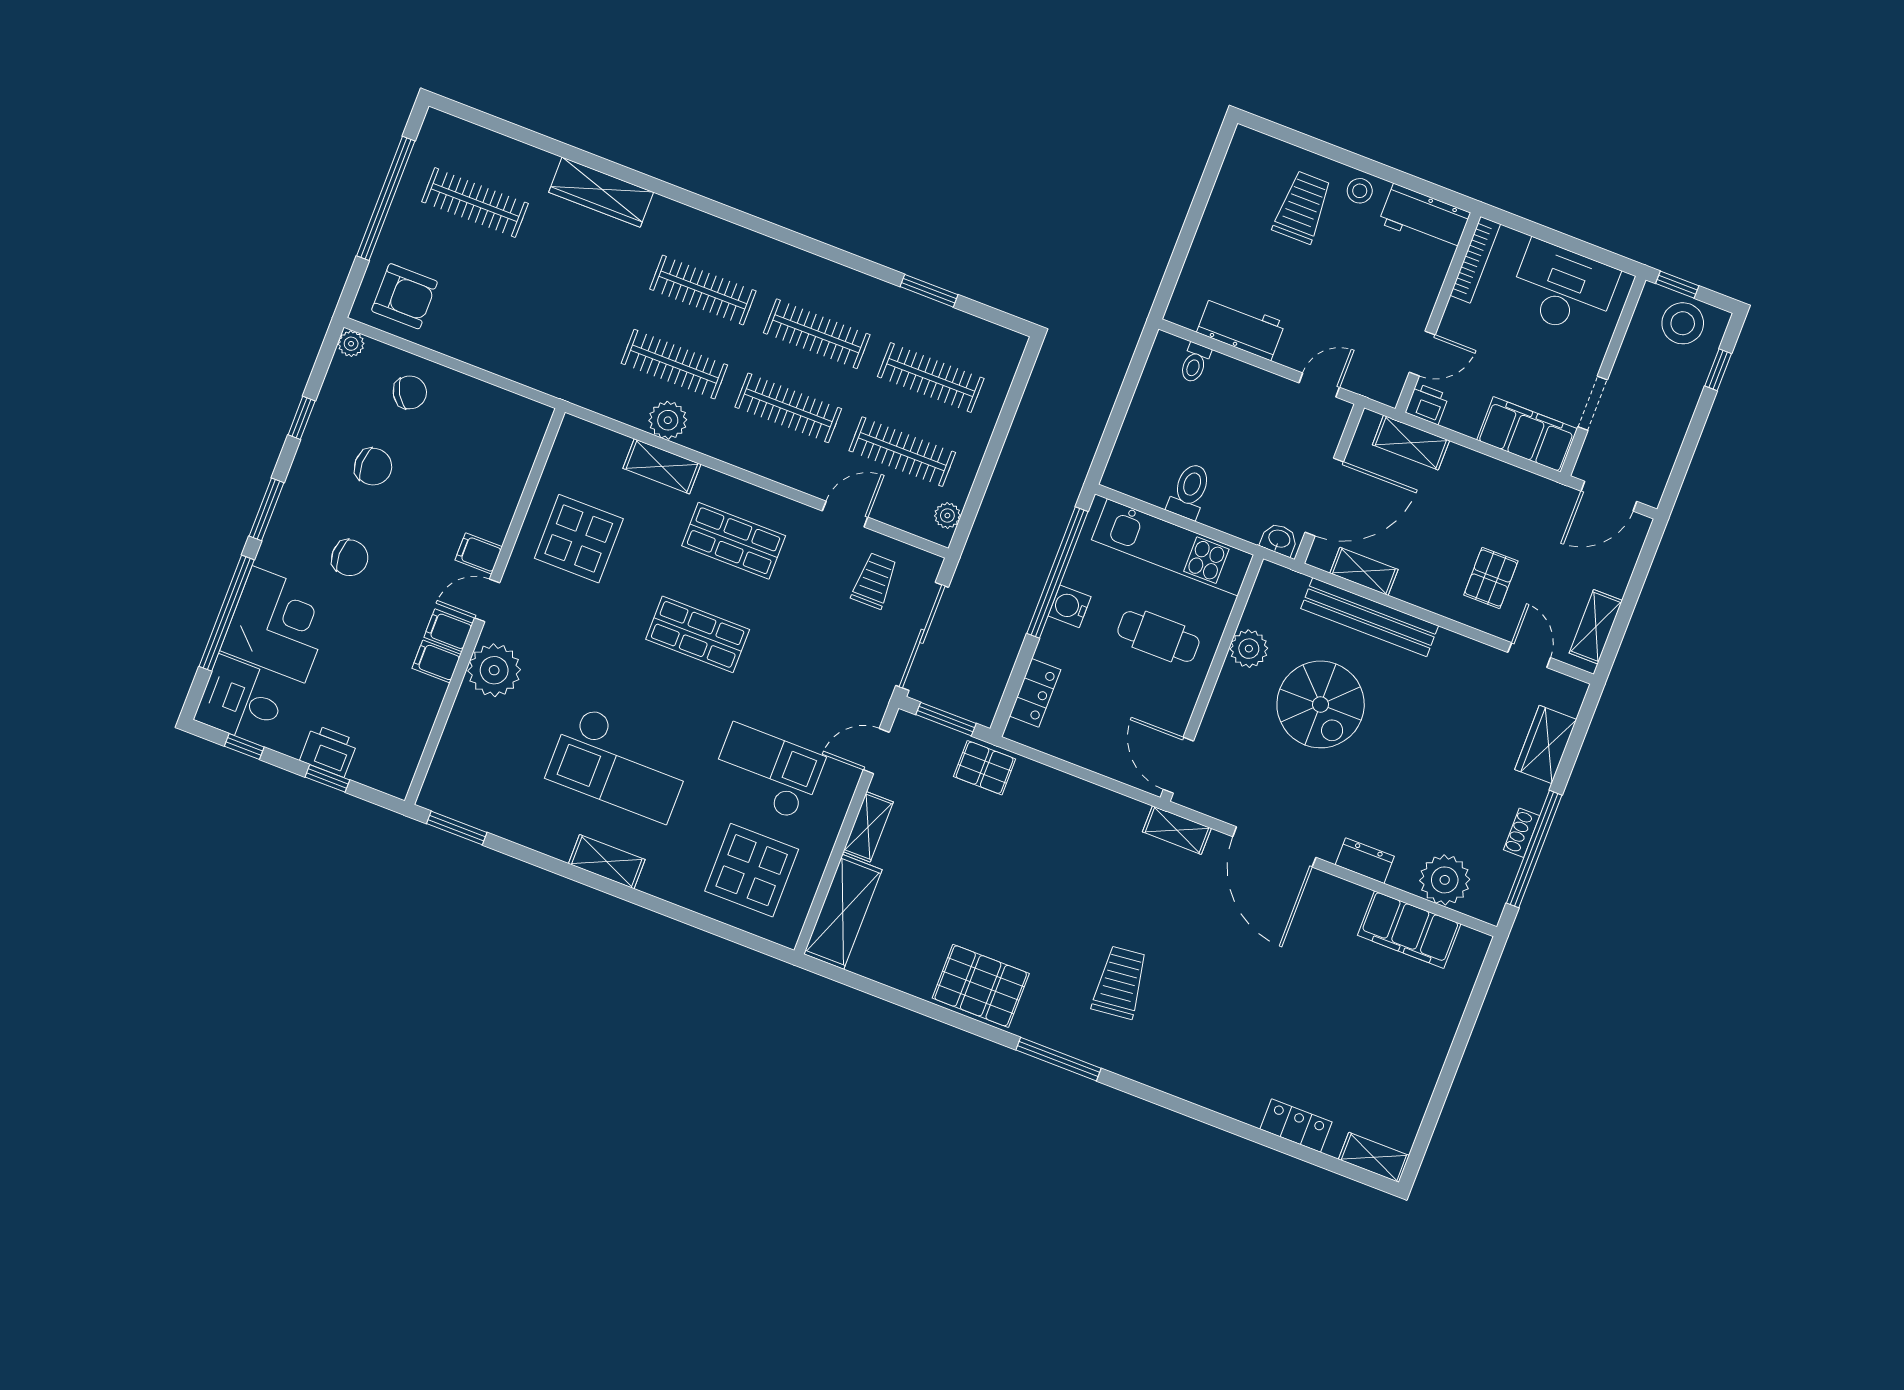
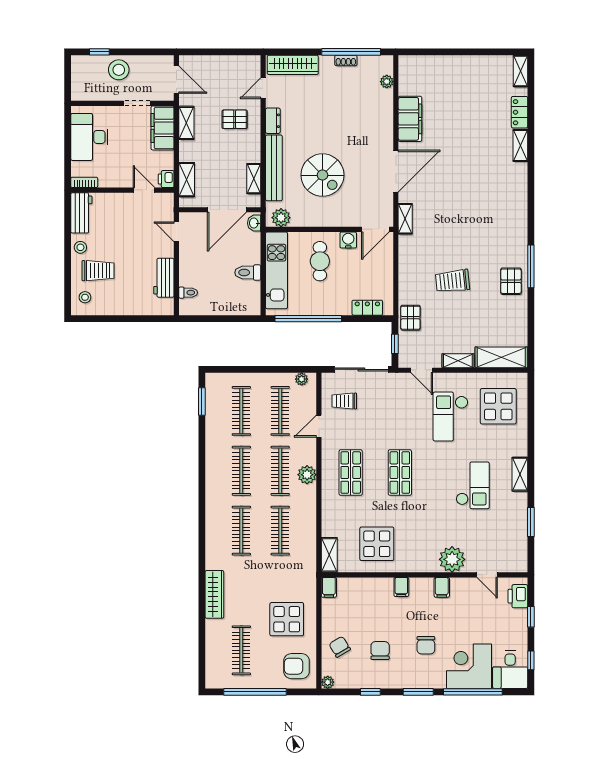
stool: (1261, 163) -> (85, 297), added
trolley: (1302, 207) -> (98, 271), turned 180
bookcase: (1475, 260) -> (84, 182), width x0.64
window: (1677, 285) -> (68, 86), removed
window: (929, 291) -> (202, 401), moved
armchair: (404, 296) -> (297, 666), turned -90
display table: (501, 312) -> (287, 619), added
stool: (1683, 323) -> (119, 70), moved
plant: (668, 420) -> (307, 475), moved
shelving: (662, 466) -> (329, 555), moved
door: (1324, 497) -> (227, 210), swing flipped
door: (845, 514) -> (319, 426), hinge flipped
chair: (350, 558) -> (426, 645), turned 180
door: (487, 600) -> (487, 575), moved
water cooler: (1069, 606) -> (348, 240), moved, turned 180
shelving: (1596, 627) -> (186, 123), moved, turned 90
plant: (1249, 649) -> (281, 218), moved
filing cabinet: (436, 661) -> (329, 587), moved
spiral stairs: (1321, 704) -> (322, 175), turned 90
window: (946, 719) -> (395, 344), width x0.67
wardrobe: (1546, 744) -> (293, 65), width x1.50
printer: (329, 751) -> (518, 596), moved
checkout: (620, 764) -> (473, 485), width x0.73, depth x0.83
window: (457, 828) -> (531, 522), moved
dresser: (1365, 861) -> (273, 121), moved, turned 180
plant: (1445, 880) -> (387, 82), width x0.53, depth x0.53
filing cabinet: (1409, 930) -> (410, 119), moved
trolley: (1120, 982) -> (452, 281), moved
pallet: (981, 986) -> (511, 281), width x0.67, depth x0.71
window: (1058, 1059) -> (531, 266), moved
shelving: (1232, 1103) -> (520, 145), added

